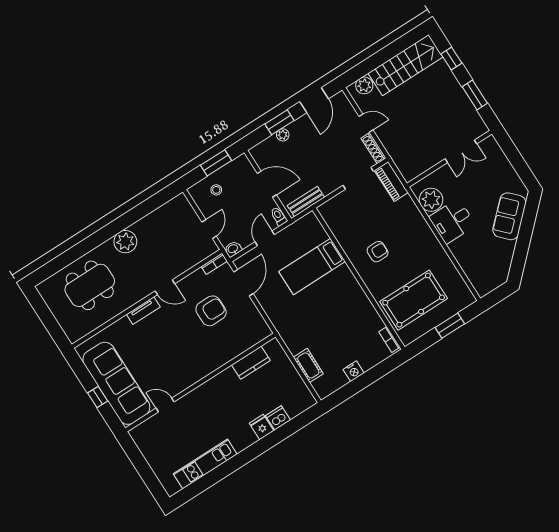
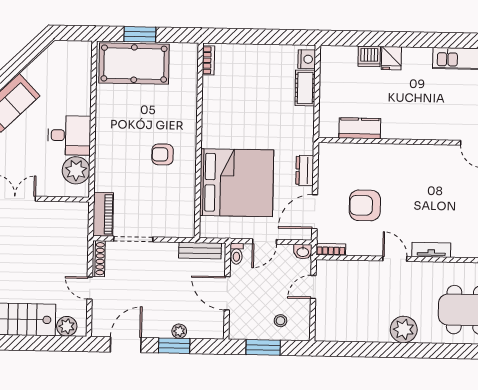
bed: (312, 266) -> (237, 183), width x2.04
pool table: (414, 300) -> (134, 64), moved
dresser: (270, 307) -> (305, 170), added
nightstand: (354, 371) -> (307, 59), moved, turned 90

